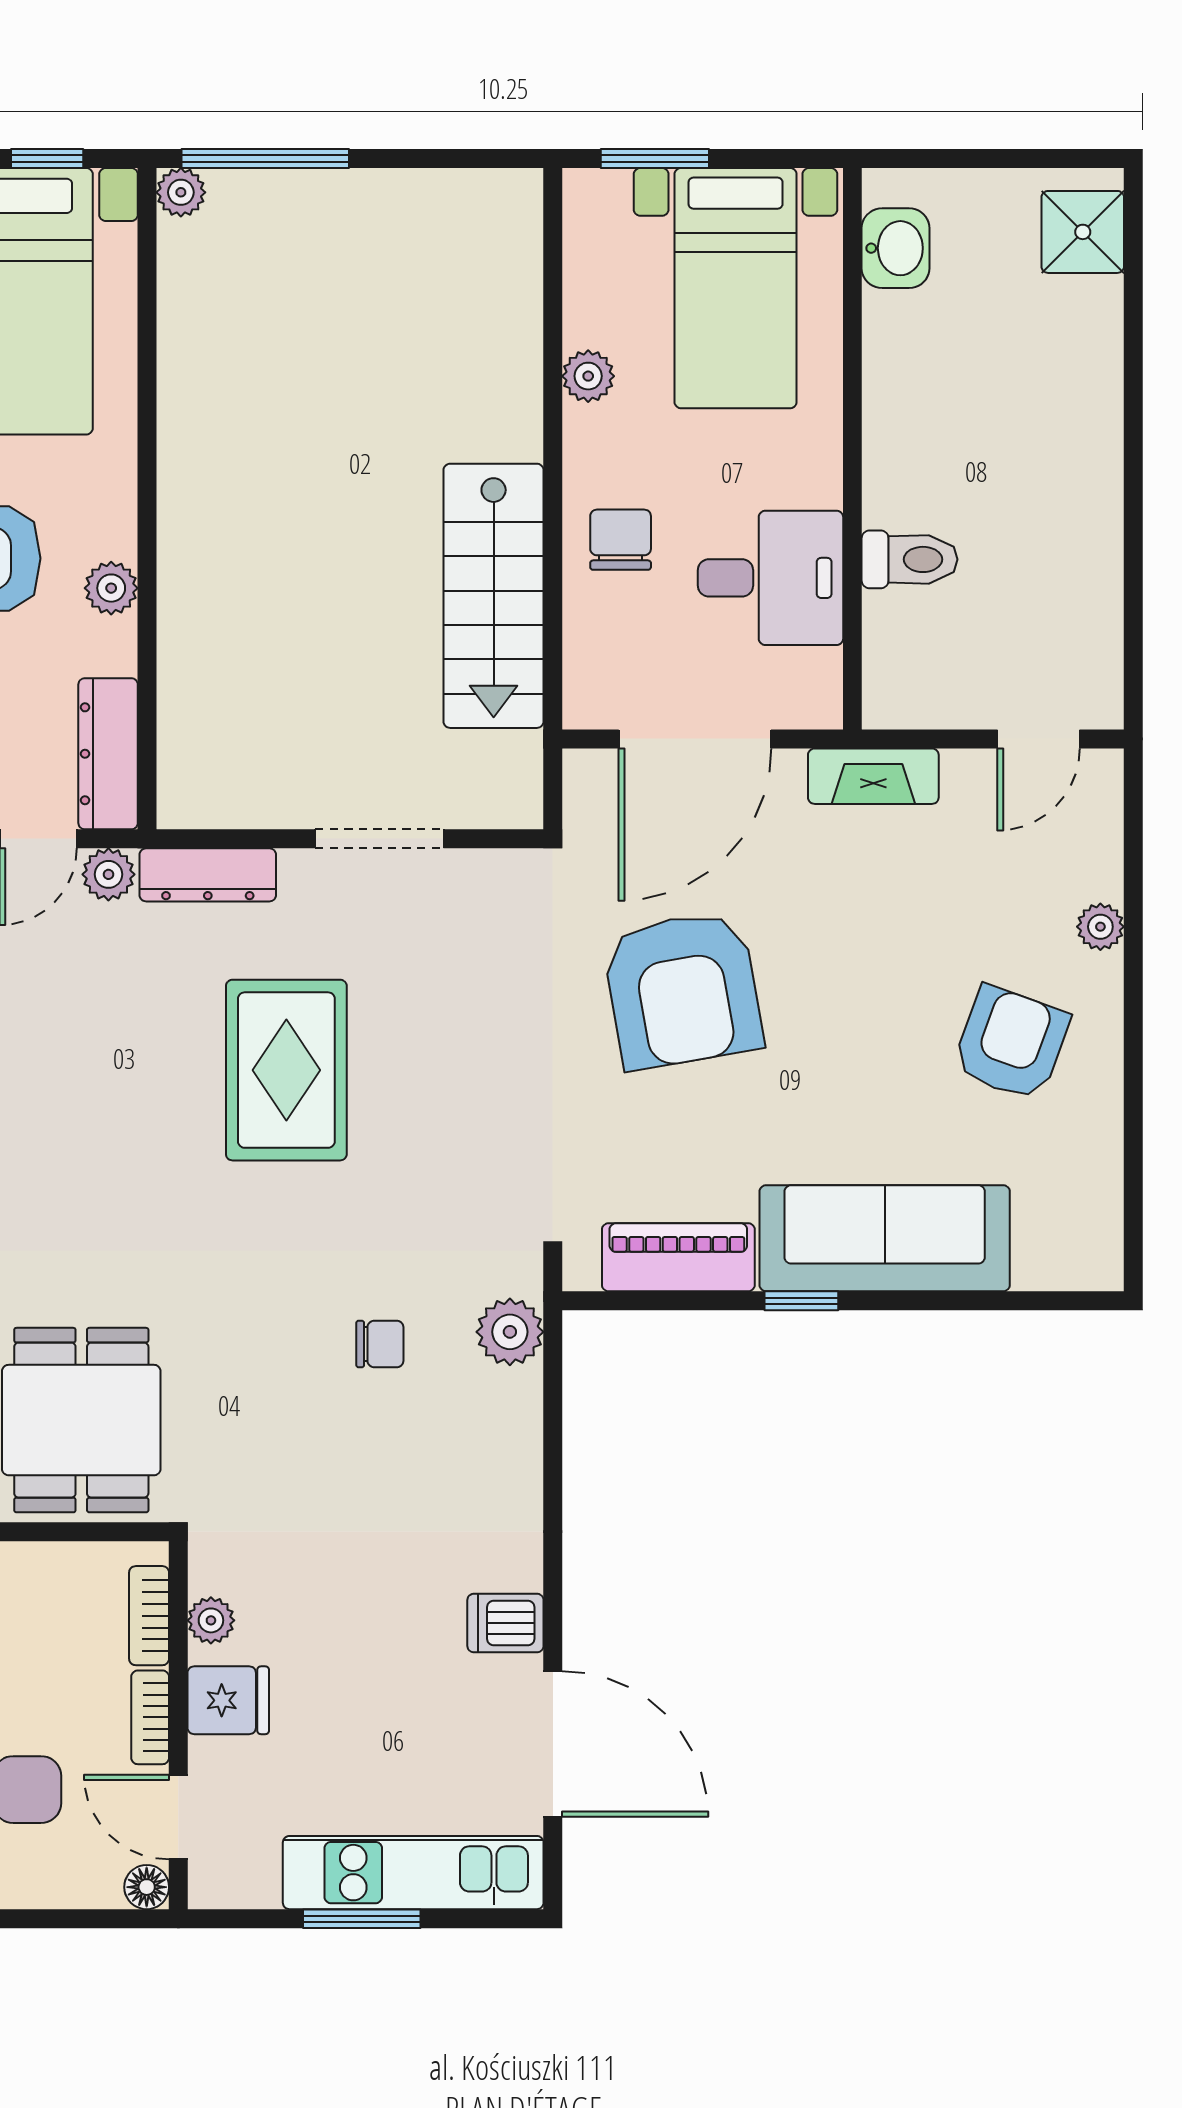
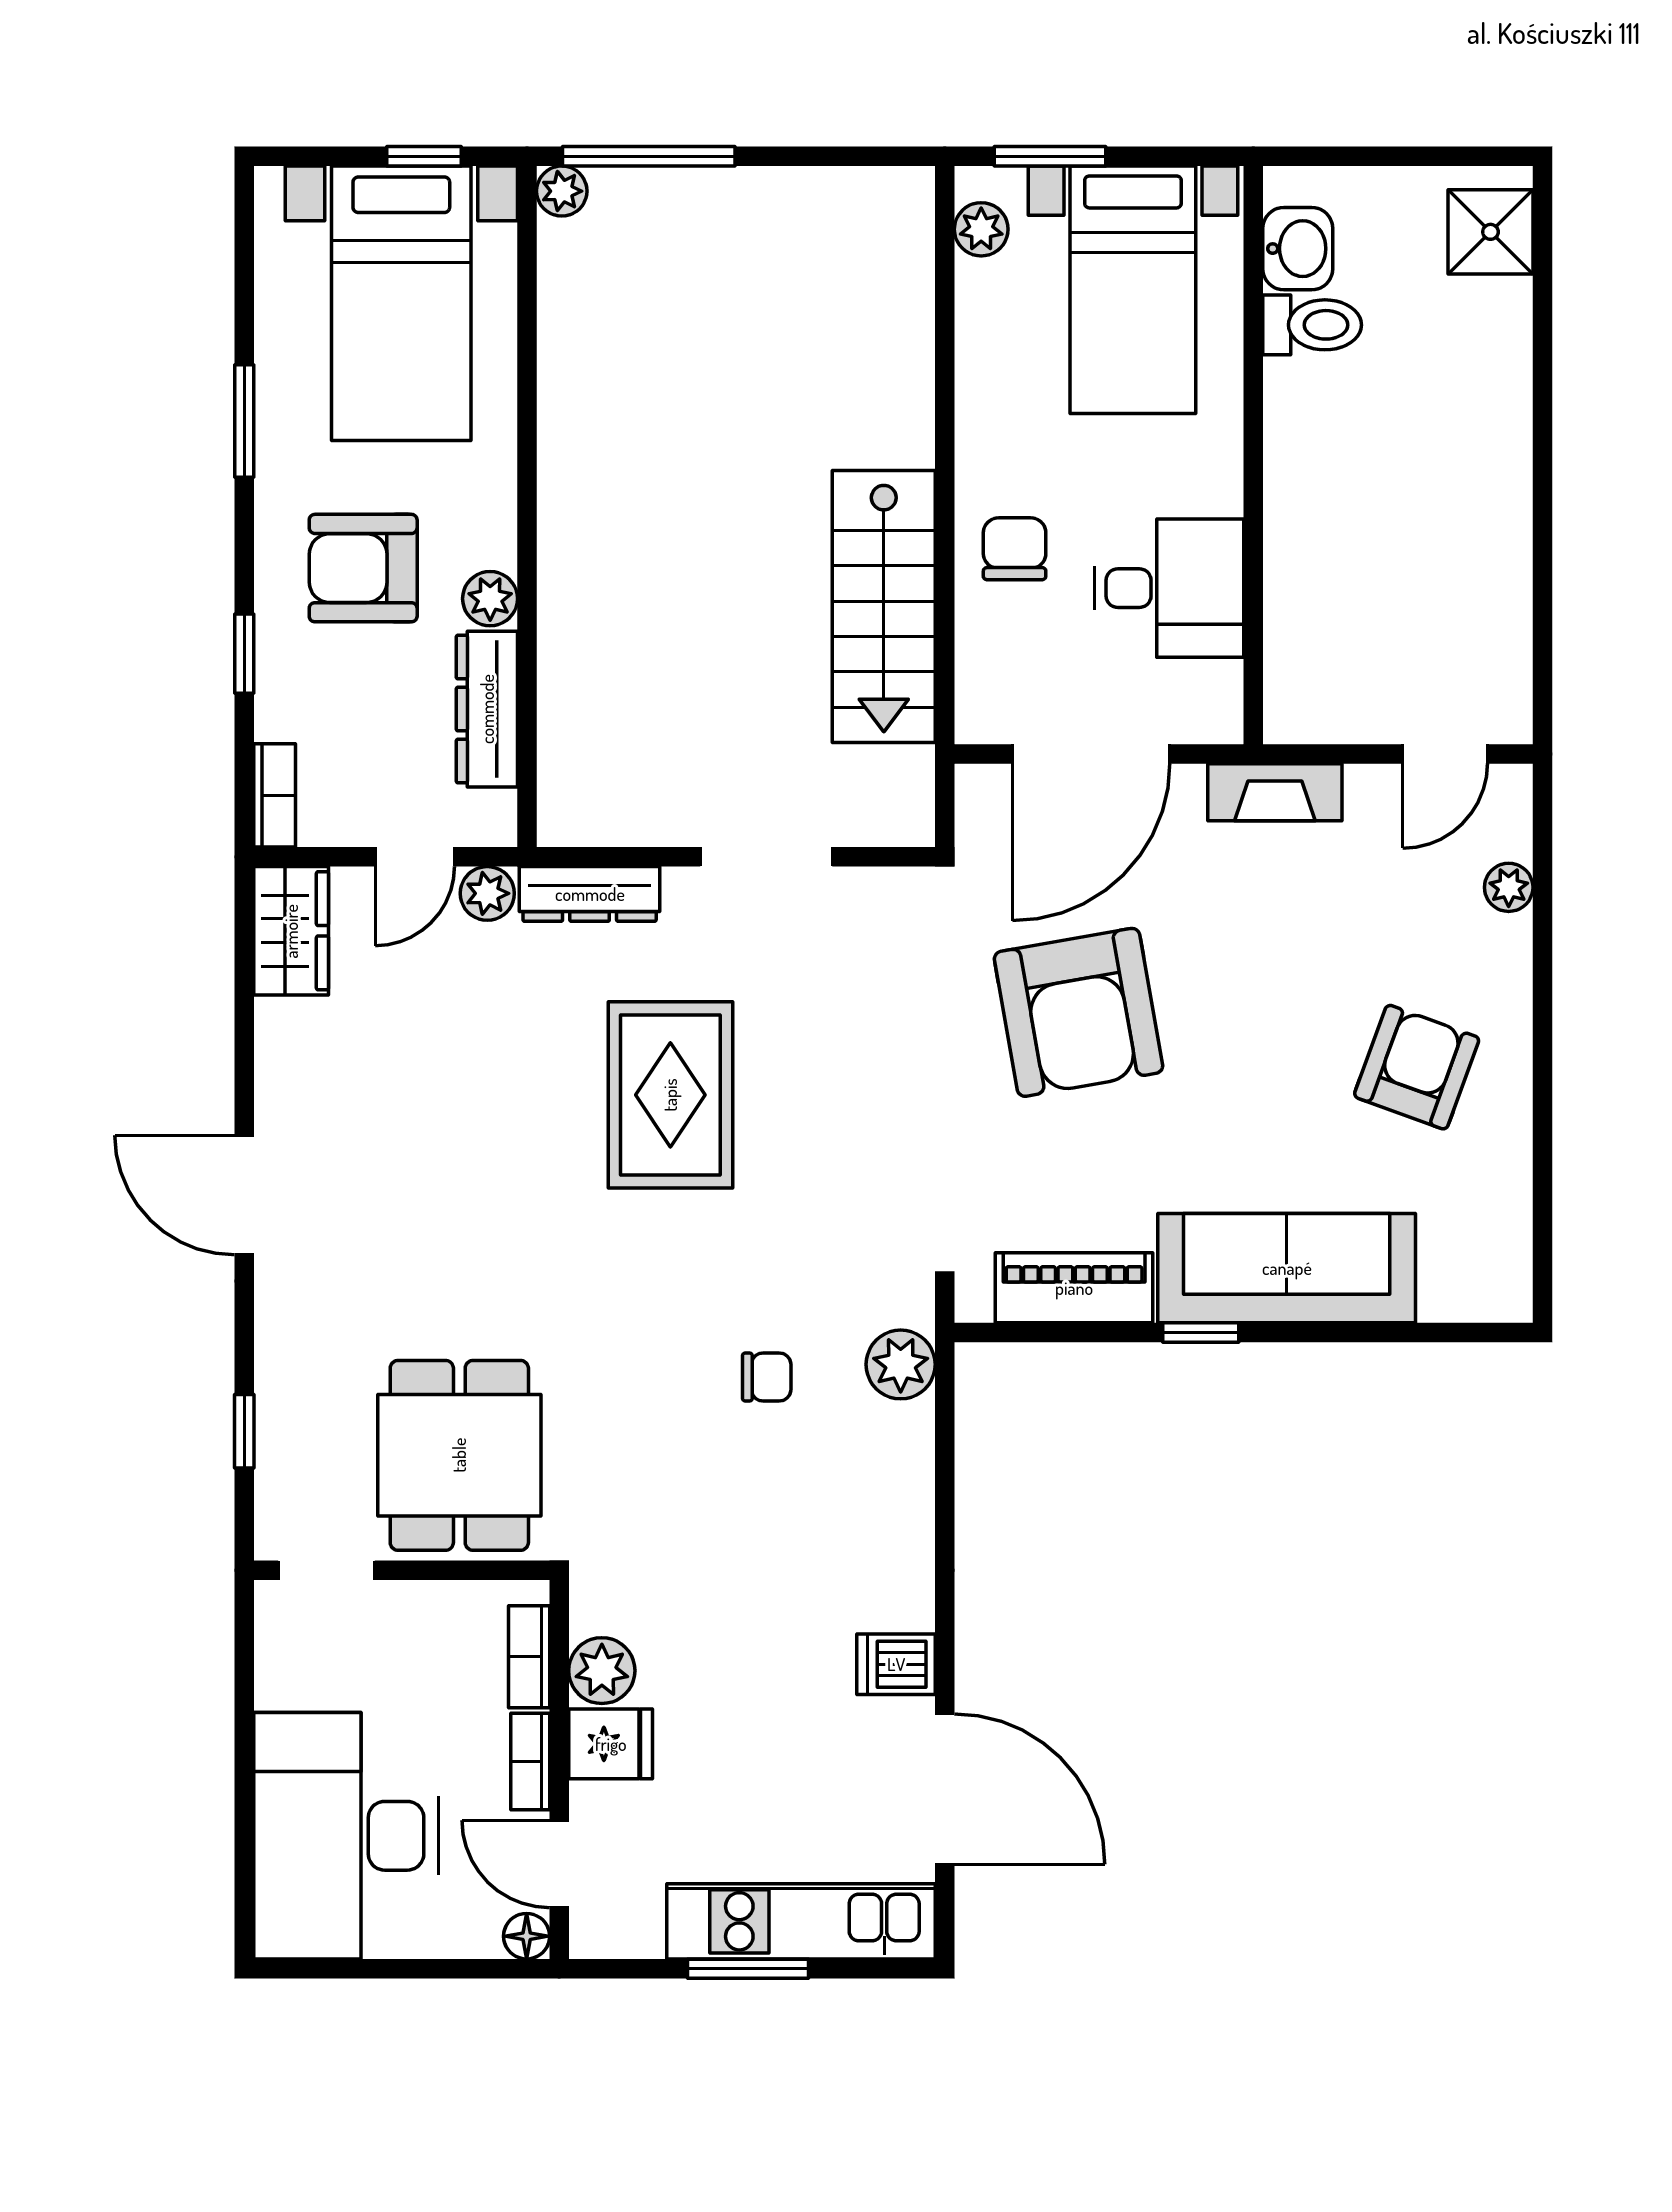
plant: (588, 376) -> (981, 229), moved
toilet: (910, 559) -> (1312, 325), moved
dresser: (108, 754) -> (487, 709), moved
plant: (1100, 927) -> (1509, 887), moved
plant: (211, 1620) -> (602, 1671), width x1.38, depth x1.38

